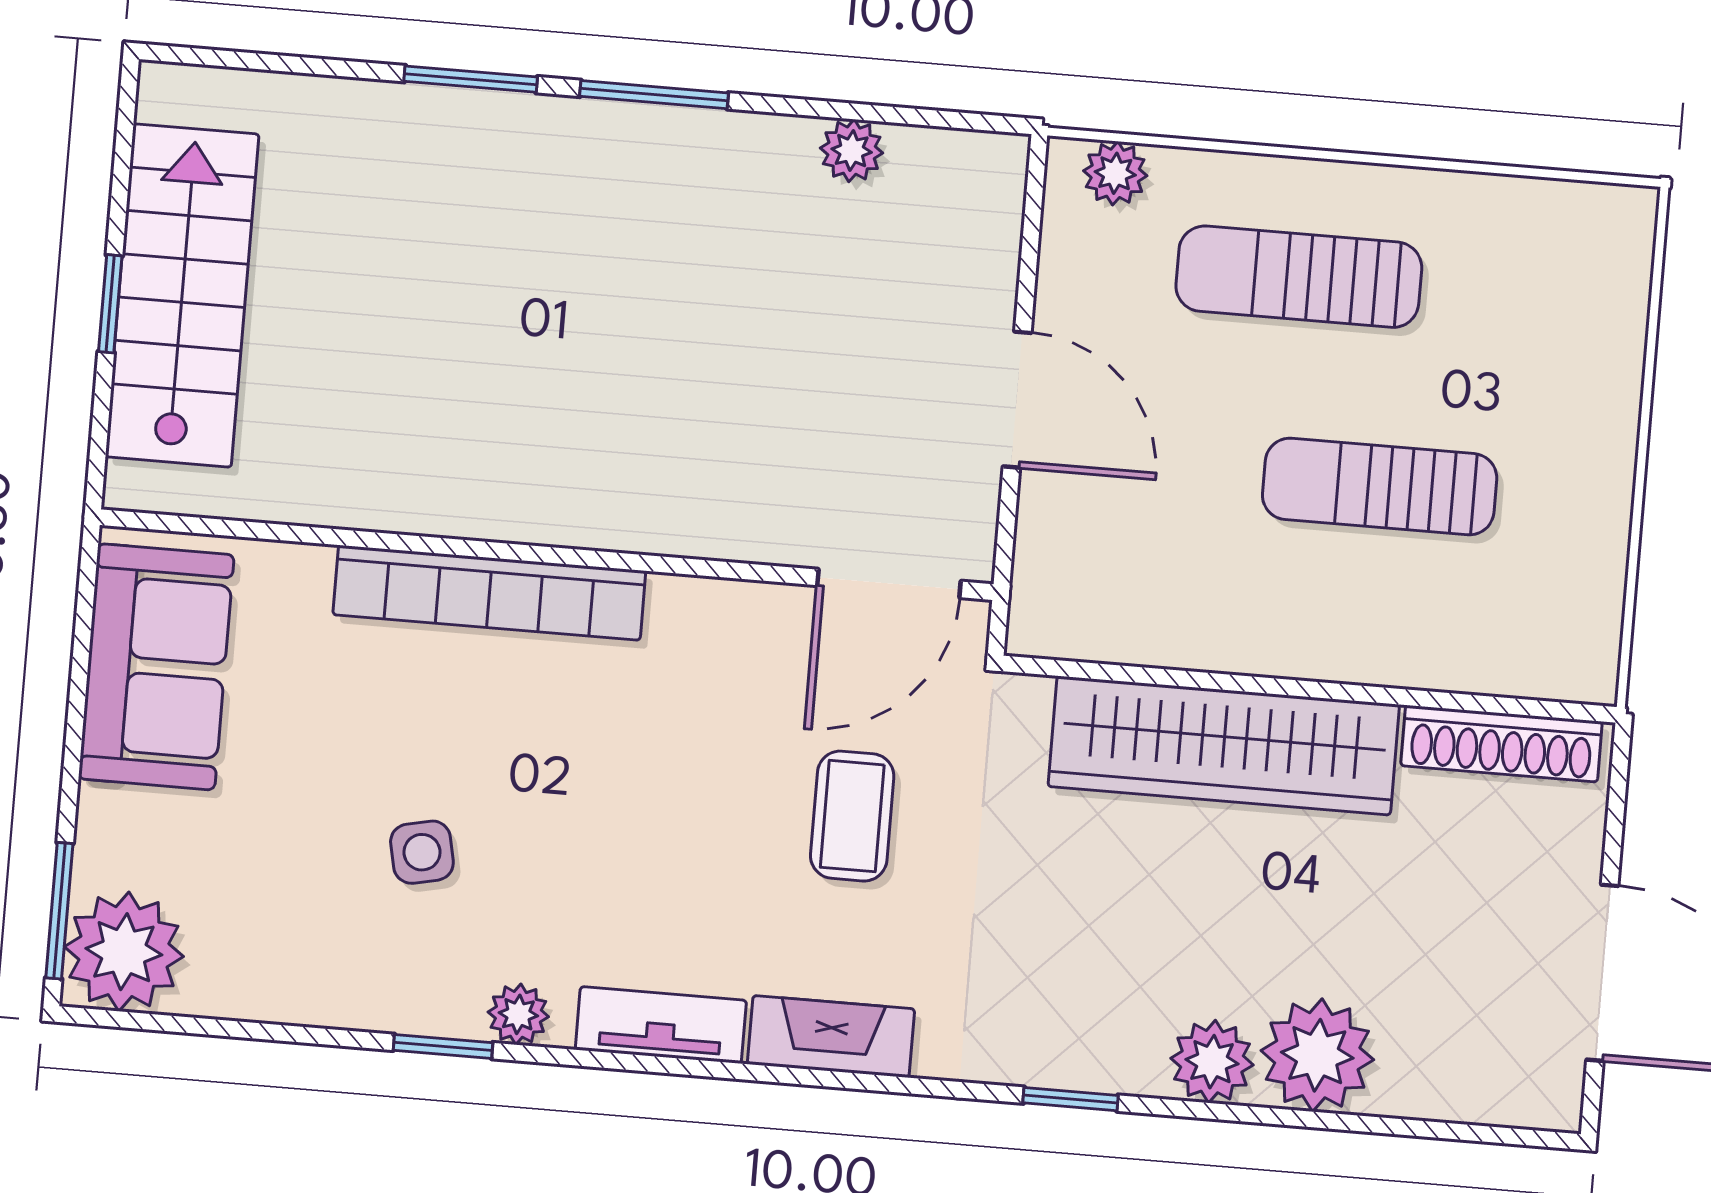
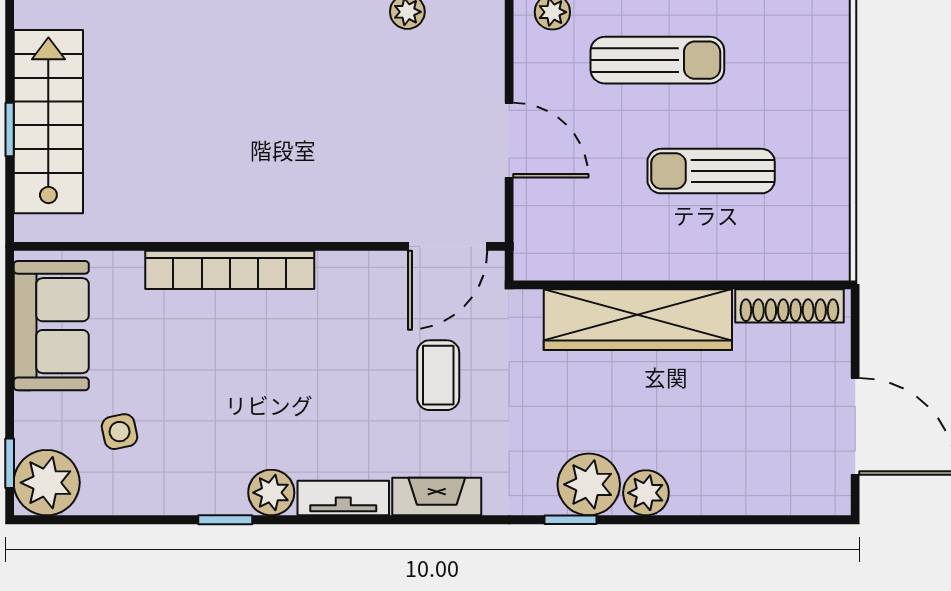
sun lounger: (1299, 277) -> (657, 60), turned 180
side table: (422, 852) -> (120, 432), moved
window: (59, 911) -> (10, 463), width x0.67
plant: (518, 1014) -> (271, 493), width x1.38, depth x1.38
plant: (1317, 1055) -> (589, 484), moved

